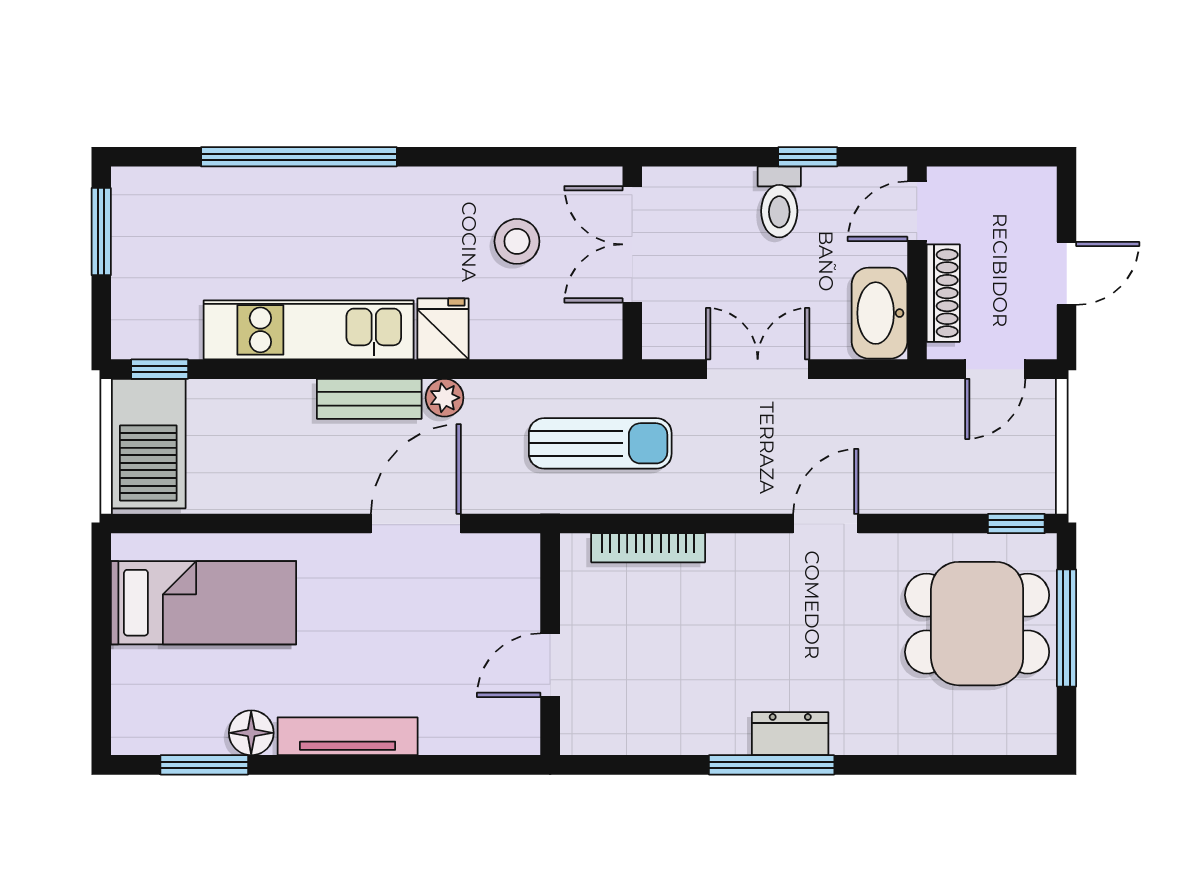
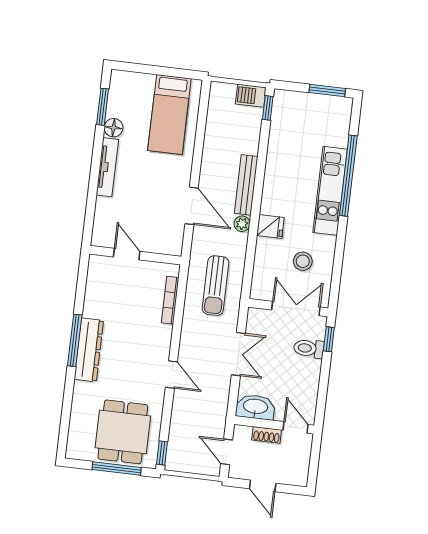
window: (808, 157) -> (329, 339), moved
toilet: (779, 202) -> (309, 348), moved
shoe rack: (943, 293) -> (267, 435), width x0.70
kitchen unit: (309, 330) -> (330, 191), moved, turned 180
bench: (369, 399) -> (246, 185), width x1.36
barbecue: (148, 444) -> (251, 96), width x0.53, depth x0.65
dresser: (790, 734) -> (89, 350), width x1.96, depth x1.24

